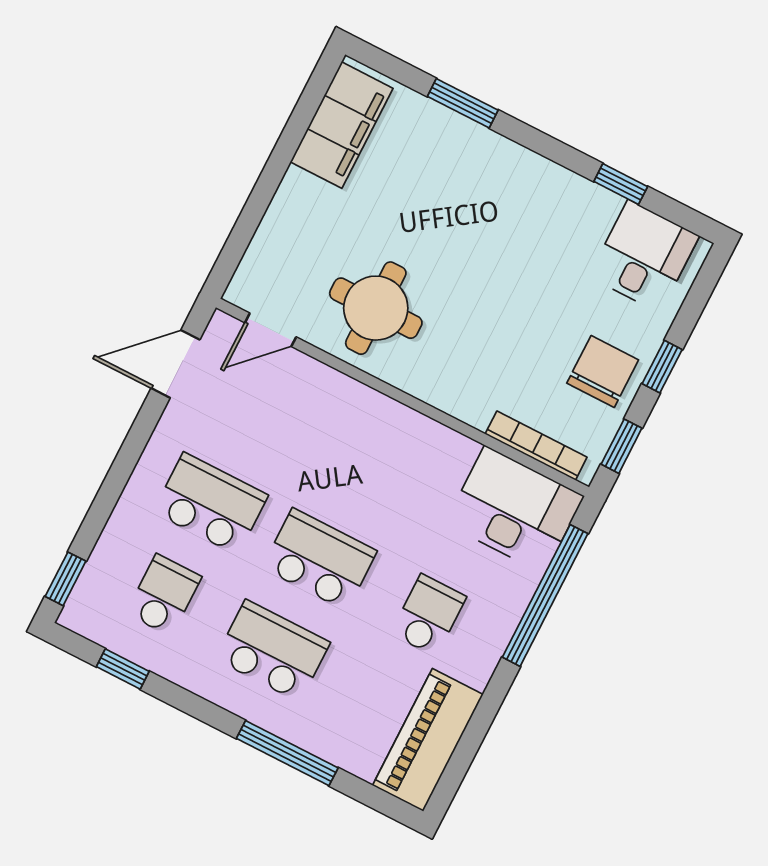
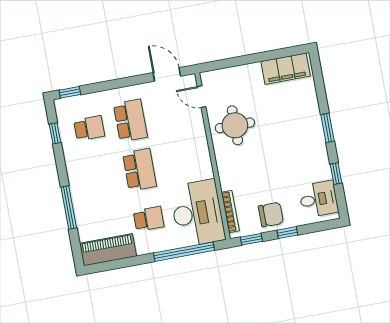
window: (463, 103) -> (328, 128), moved
desk: (515, 510) -> (197, 213), width x1.36, depth x1.30
school desk: (273, 651) -> (98, 177), removed

